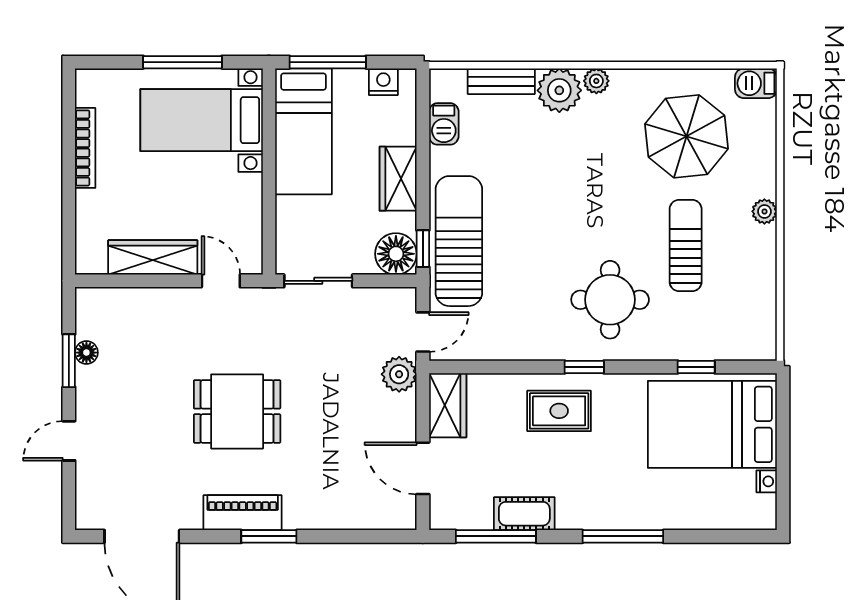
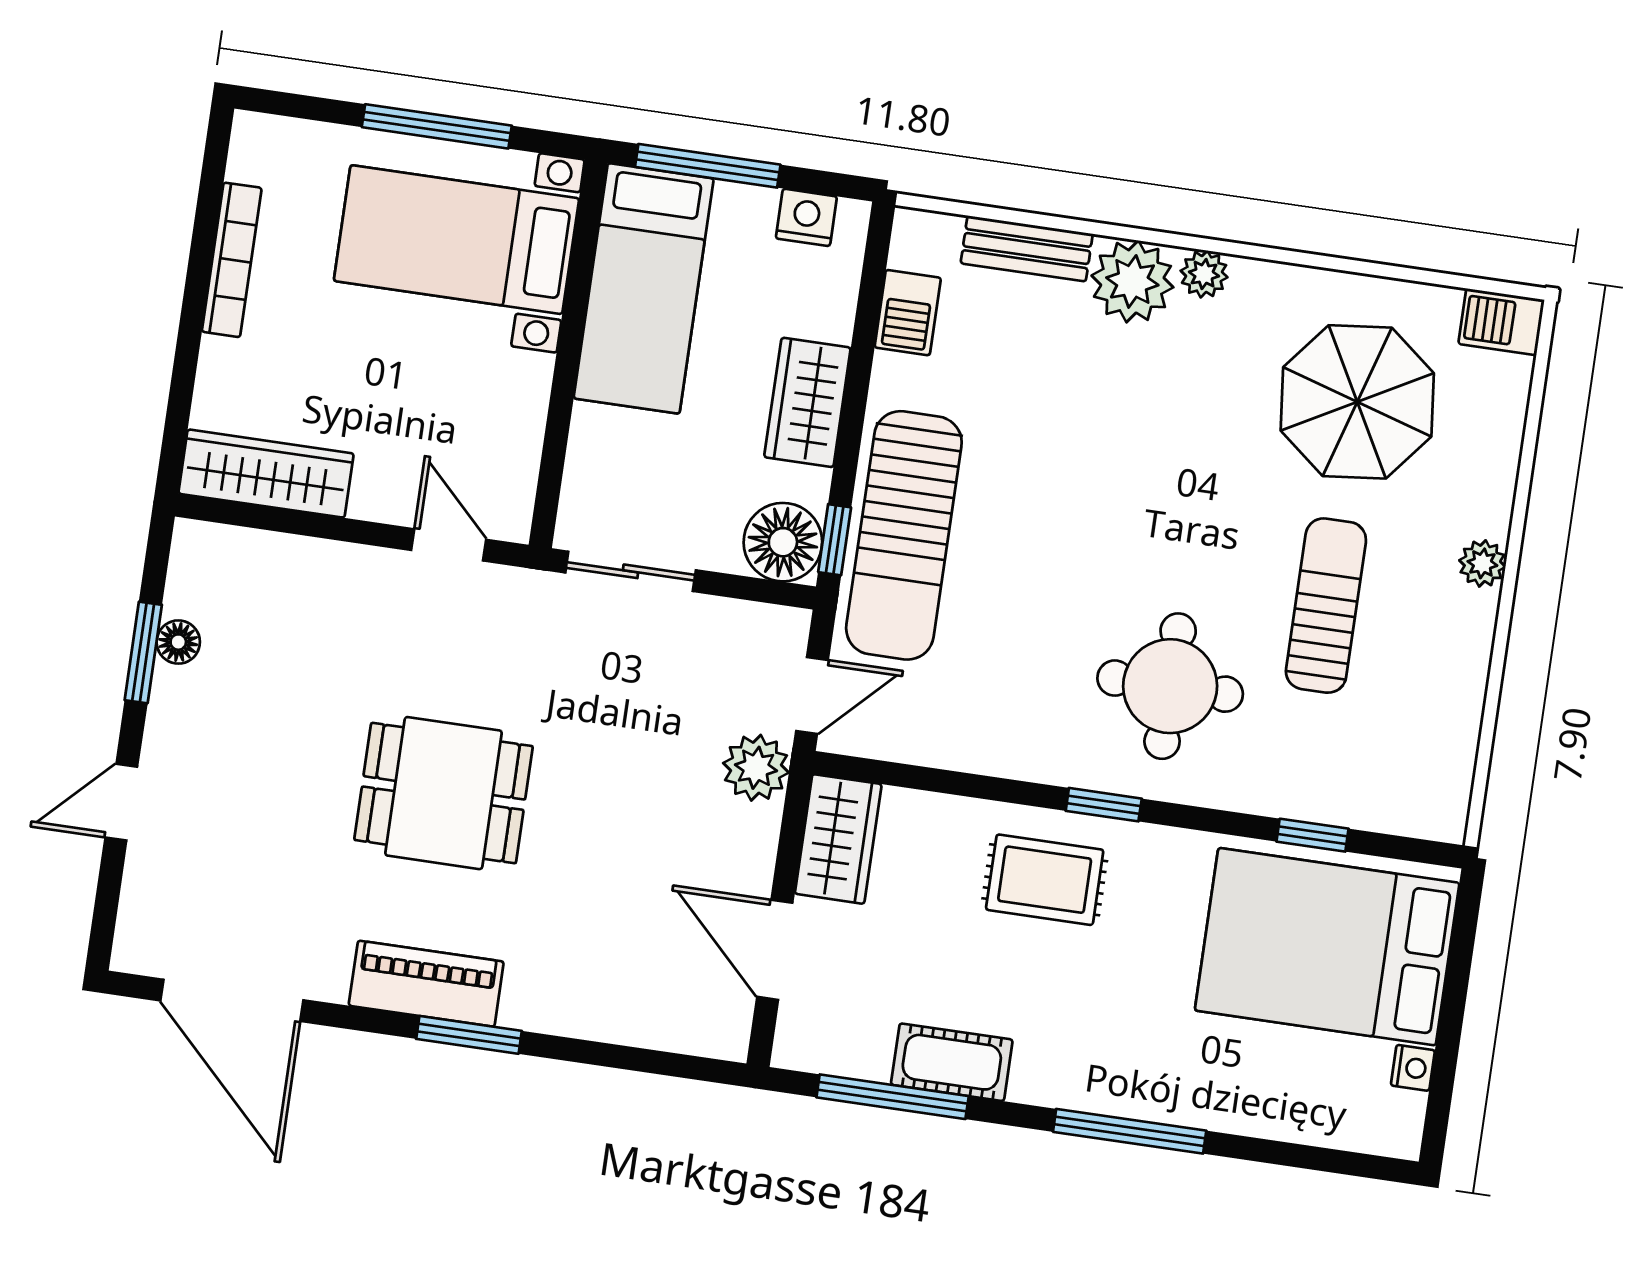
sun lounger: (459, 241) -> (904, 535), turned 180
wardrobe: (153, 257) -> (266, 474), moved

